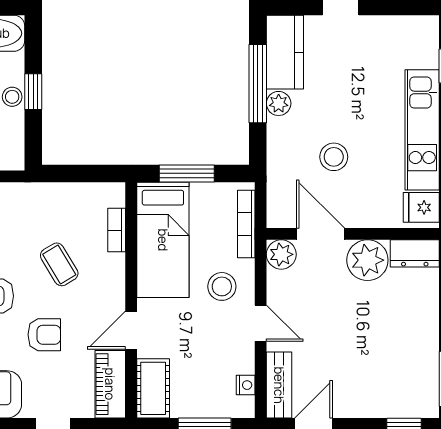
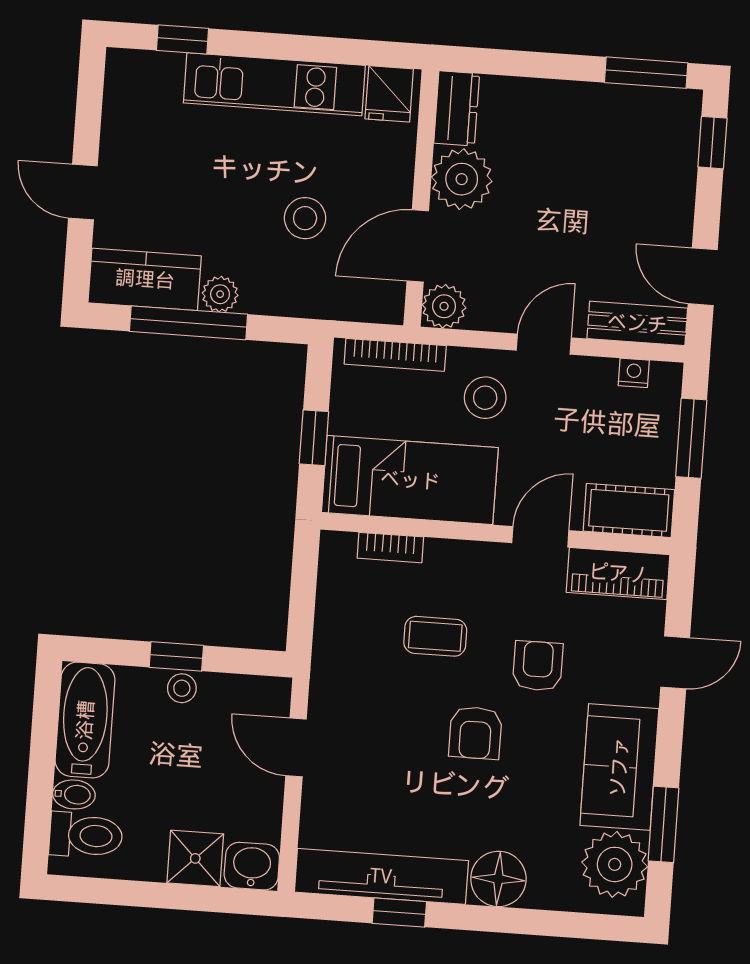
window: (187, 173) -> (314, 438), width x0.67
coffee table: (59, 264) -> (435, 636), turned 31
door: (131, 330) -> (540, 537), swing flipped

